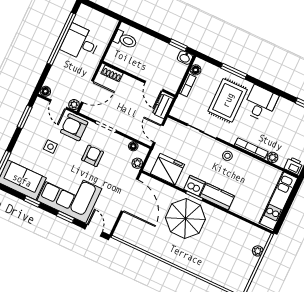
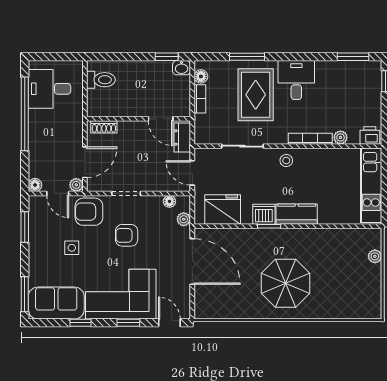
desk: (80, 43) -> (49, 89), moved
armchair: (93, 156) -> (127, 235), turned -90
parasol: (185, 219) -> (286, 283), moved

